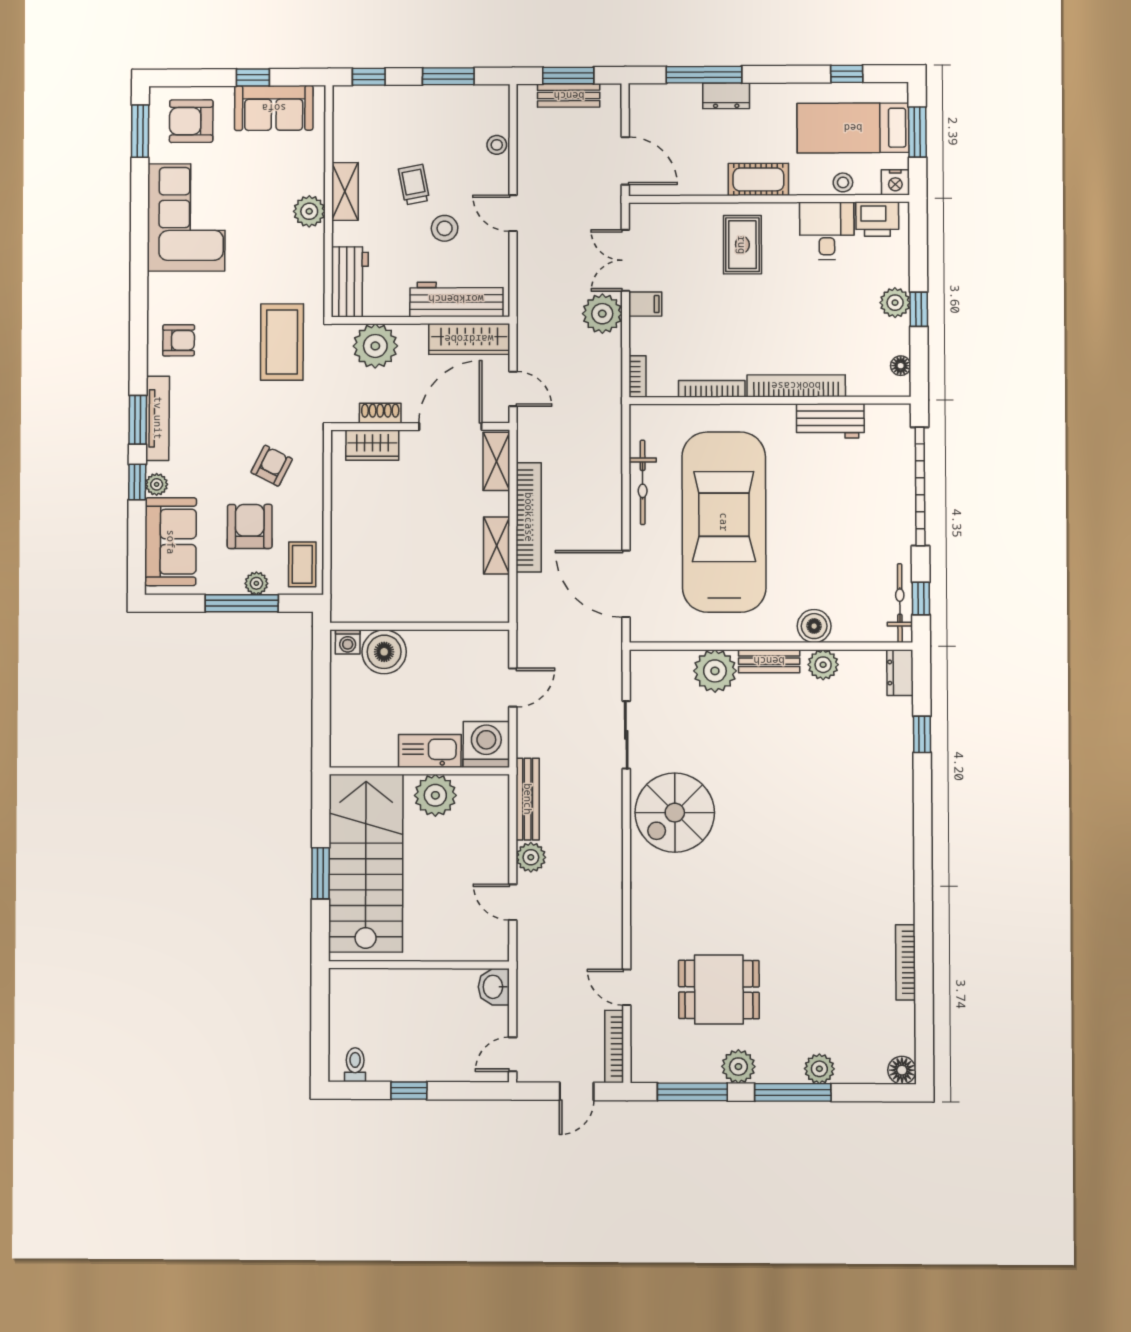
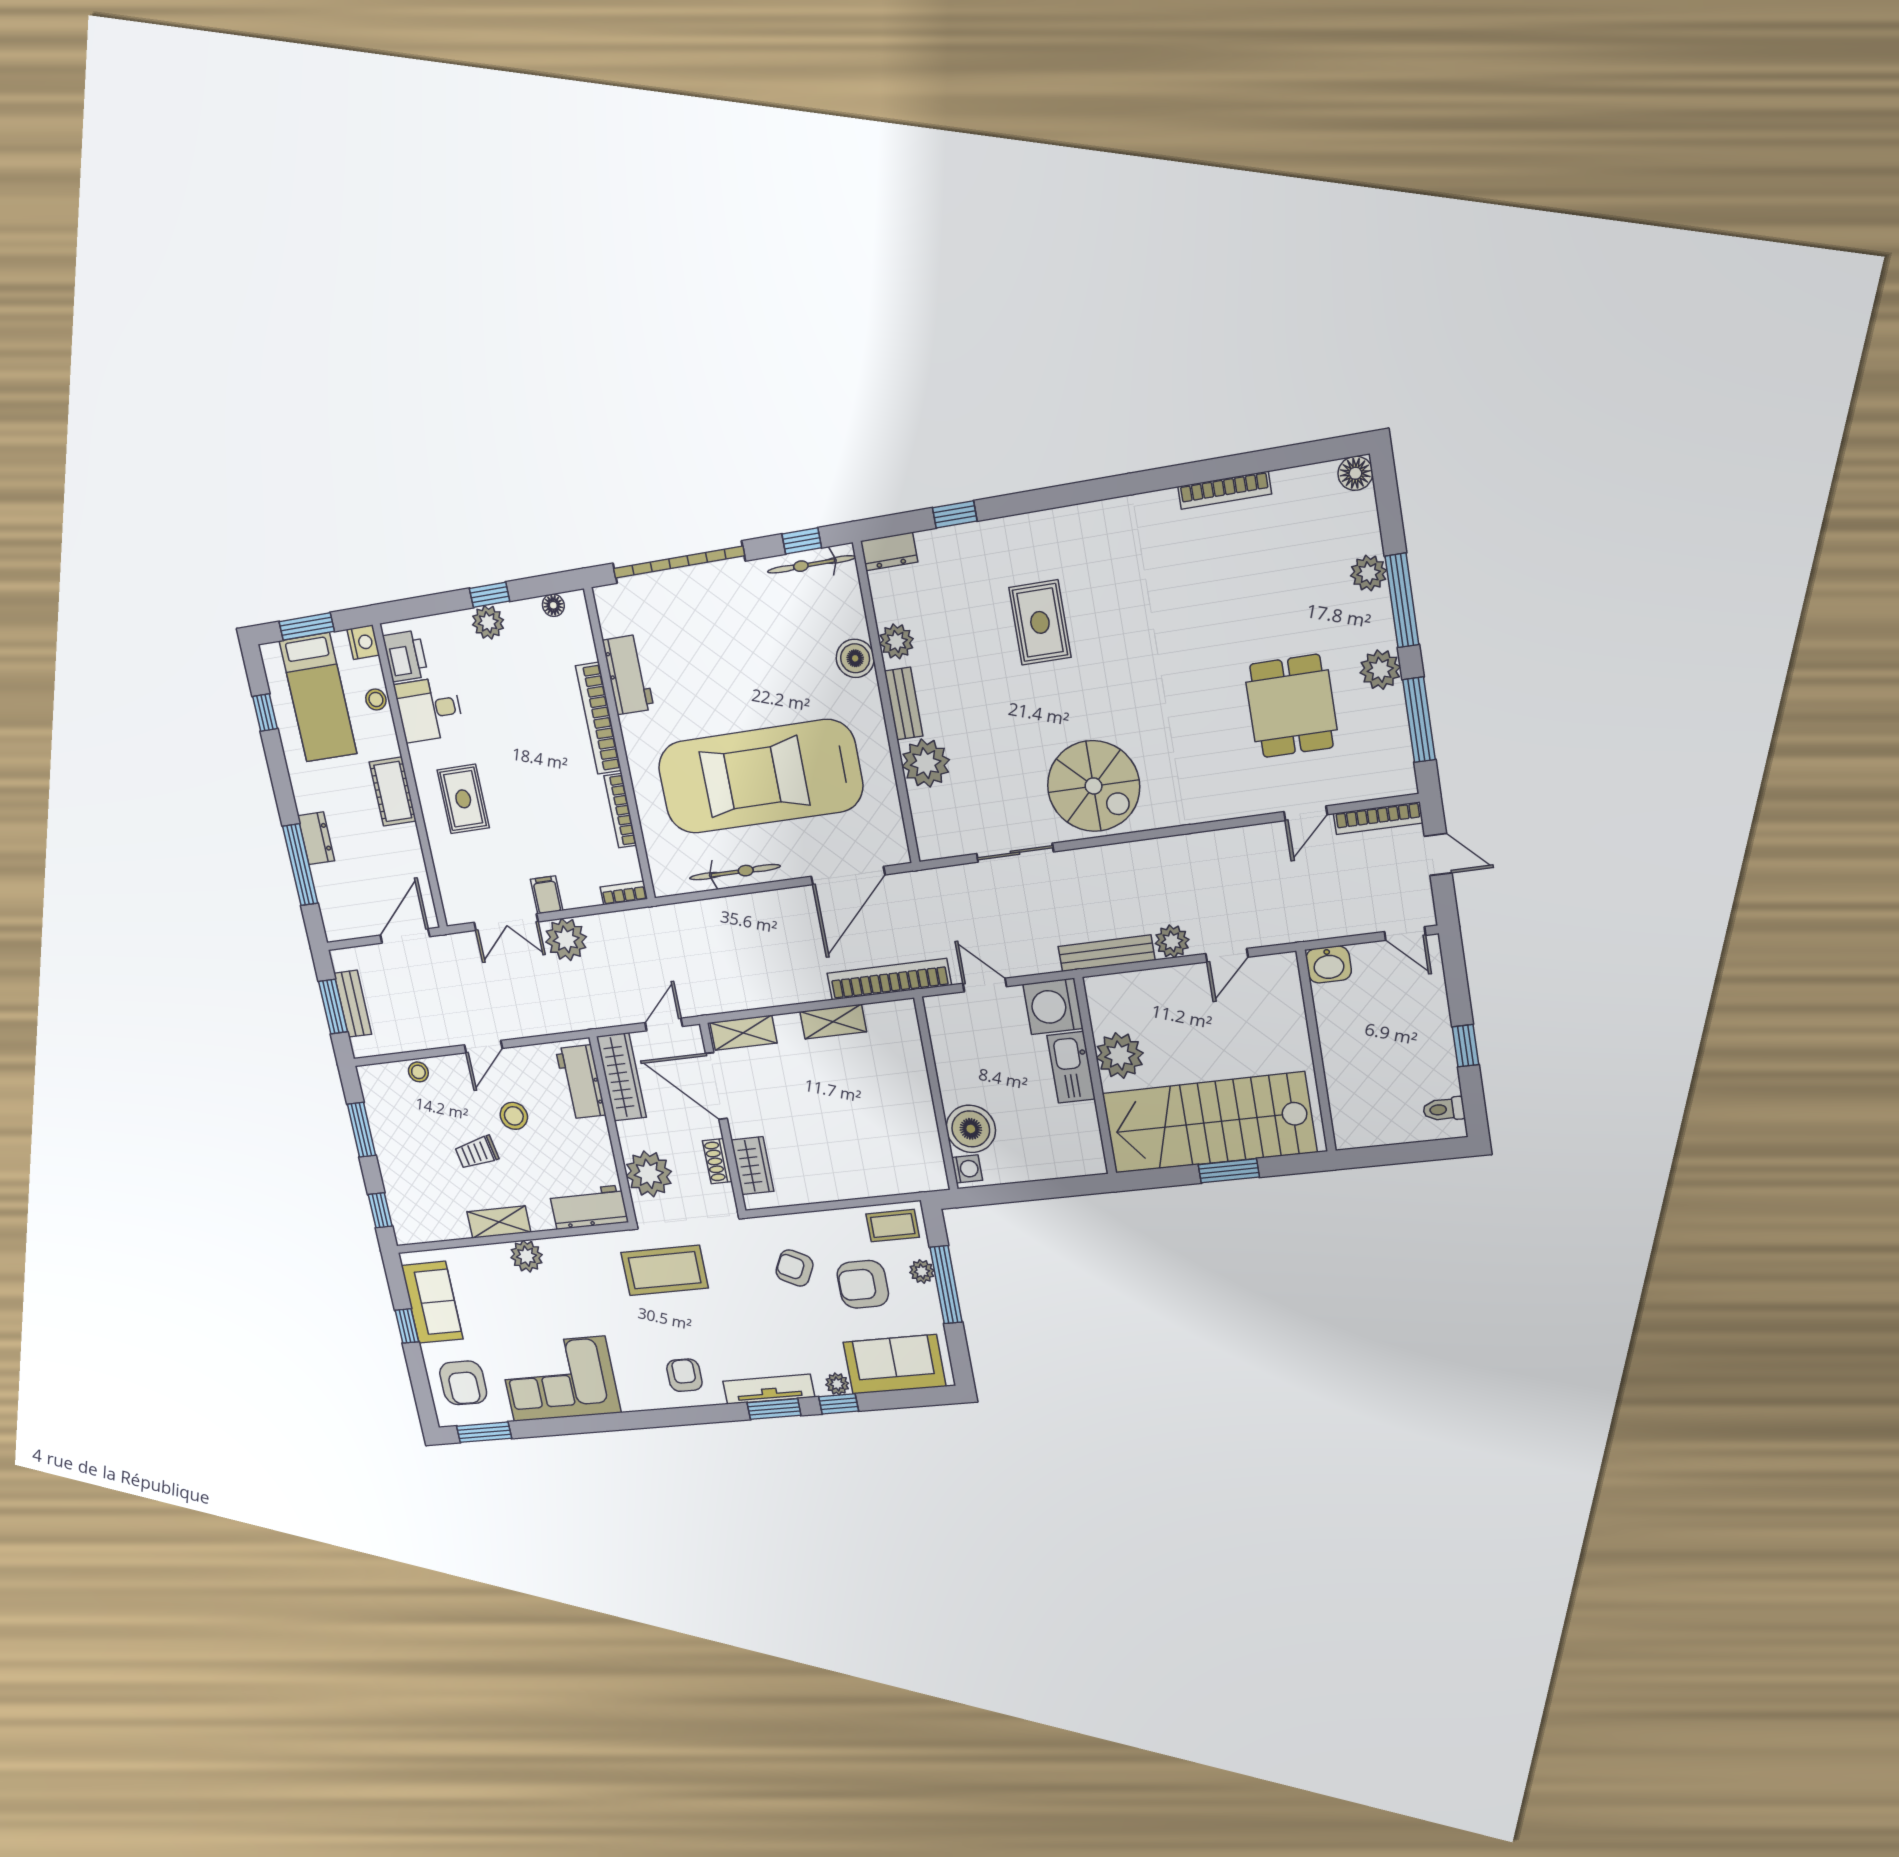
rug: (742, 245) -> (463, 799), turned 90
workbench: (456, 299) -> (581, 1082), width x0.73
bookcase: (529, 517) -> (889, 979), moved
rug: (820, 791) -> (1040, 622), added

